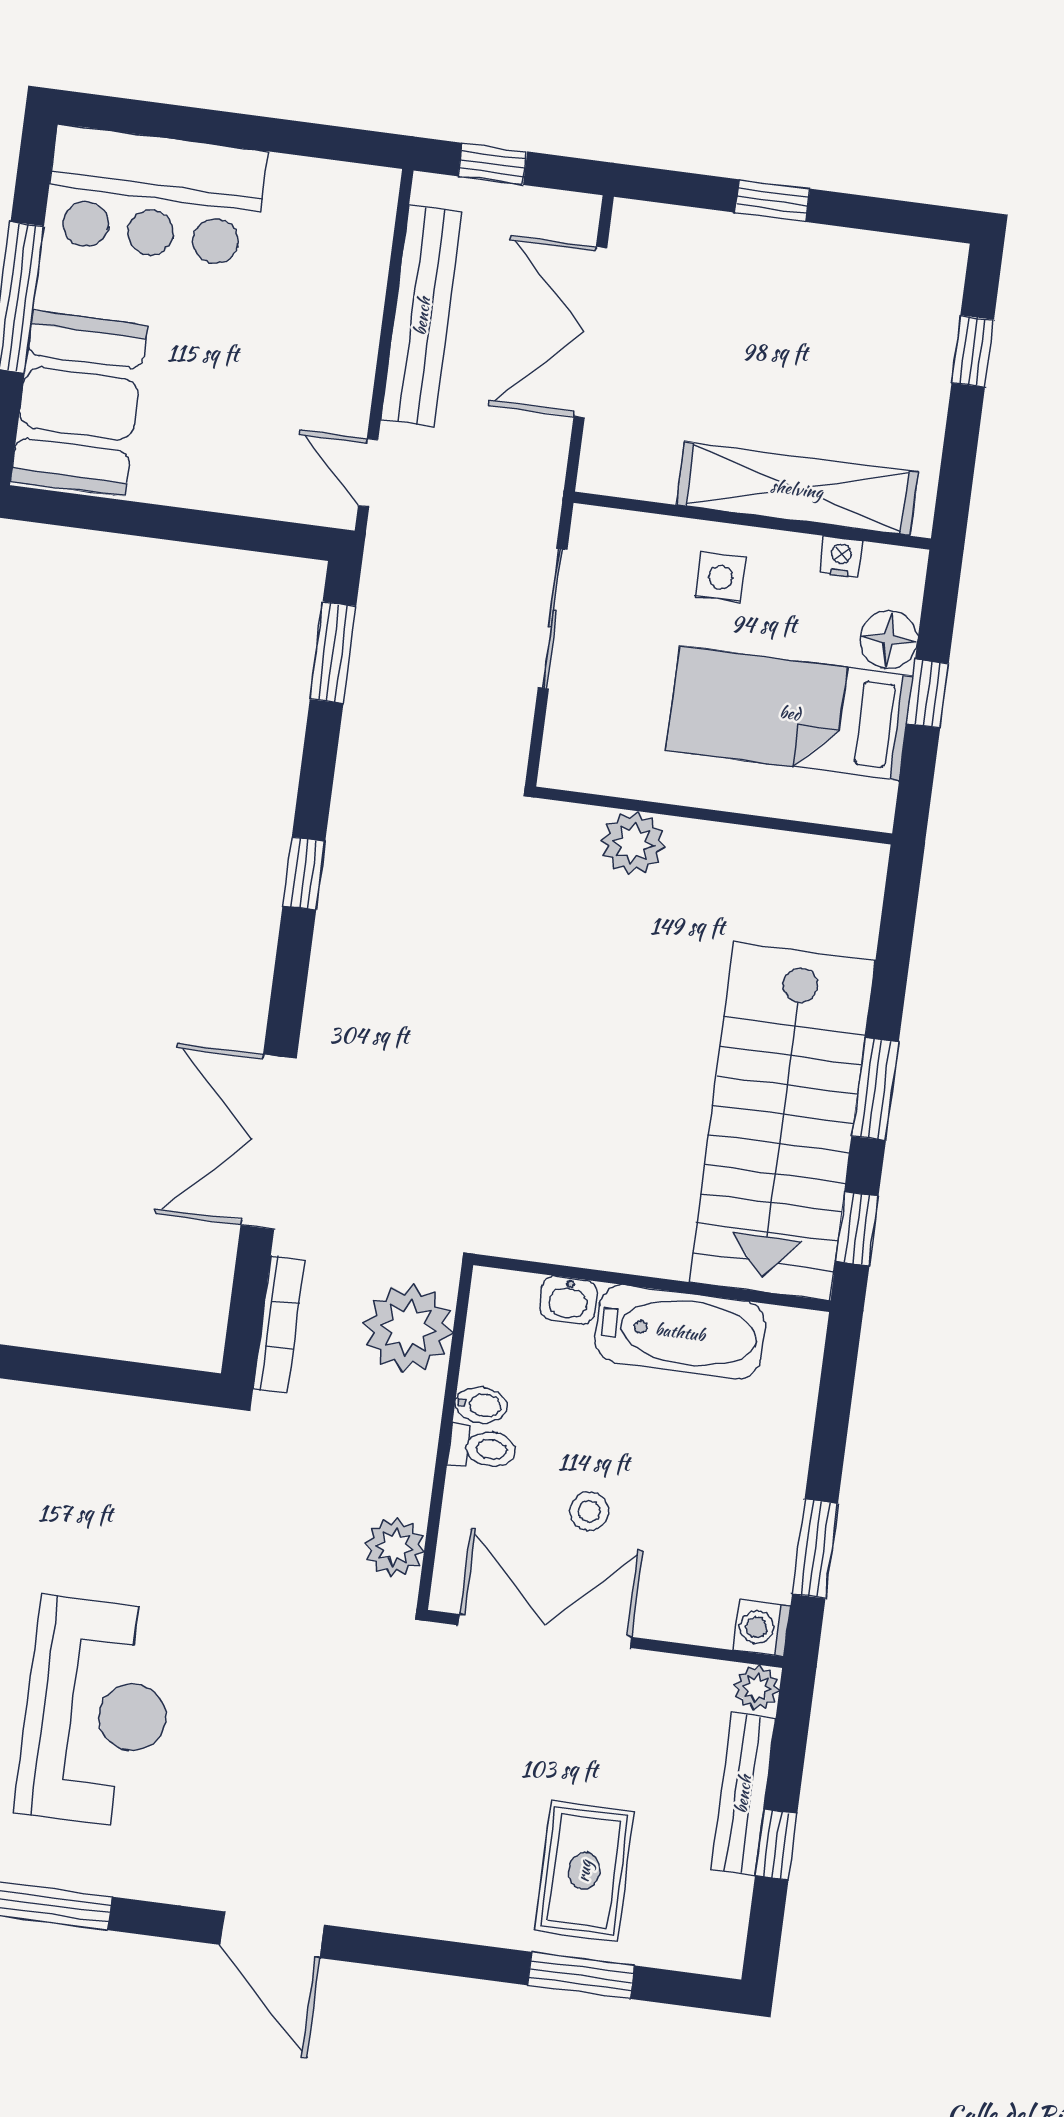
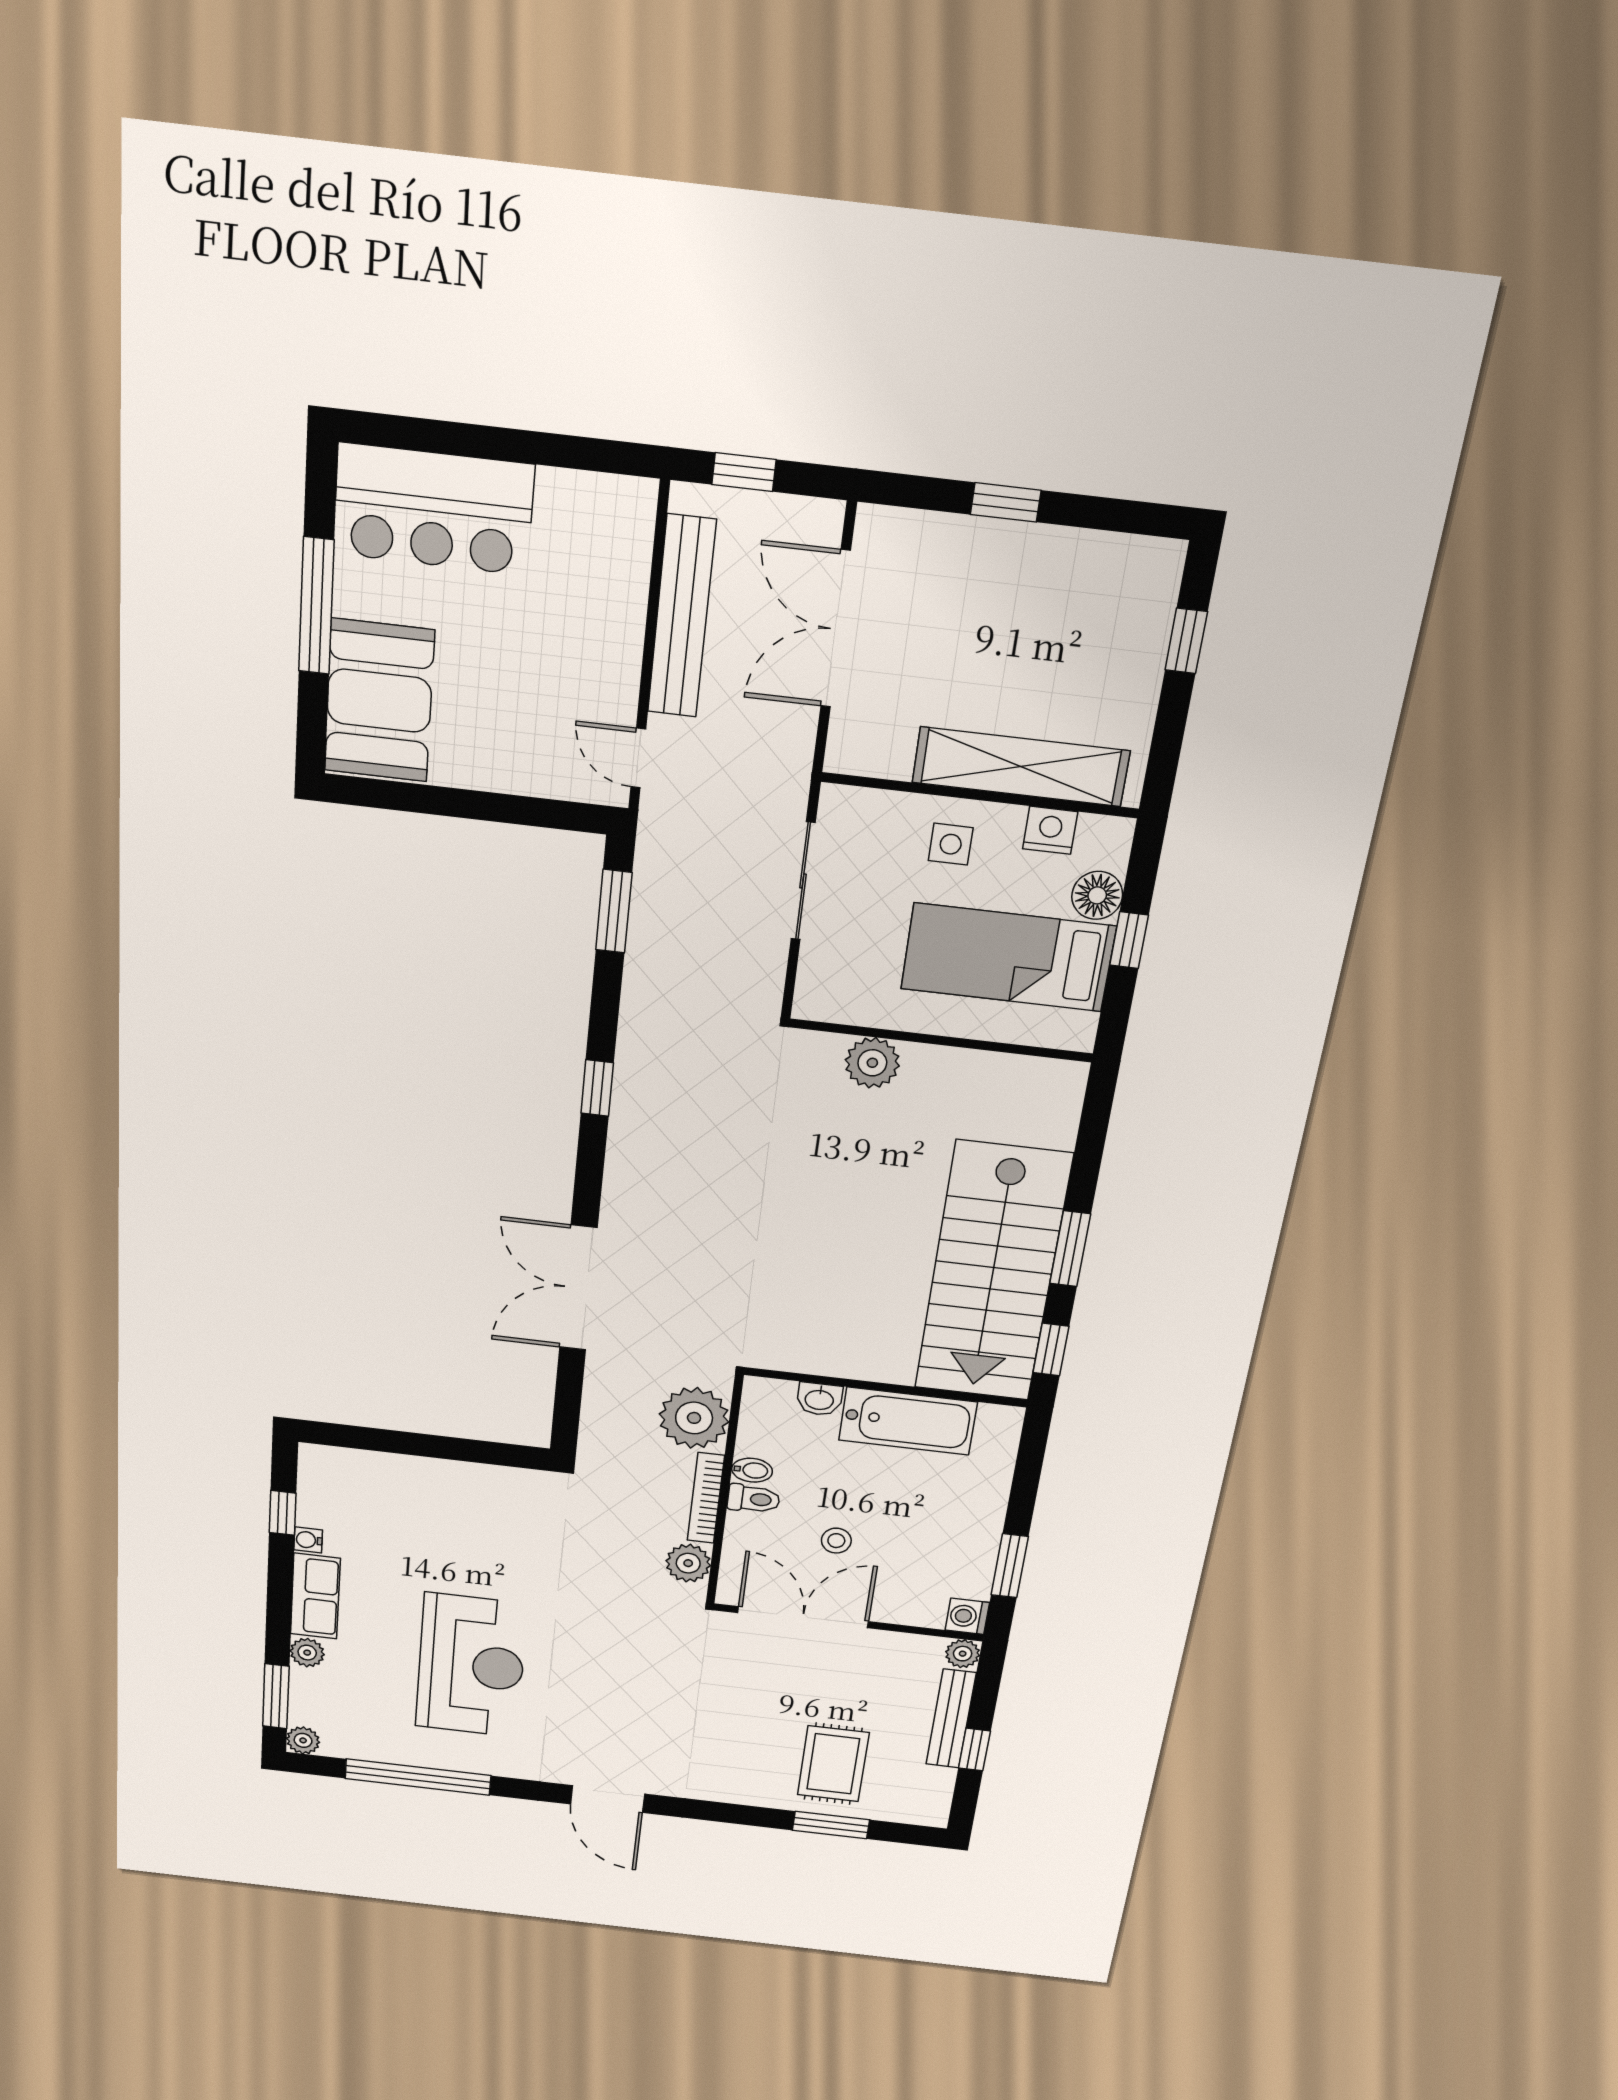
nightstand: (841, 557) -> (1050, 830), width x1.39, depth x1.35
bookcase: (279, 1324) -> (706, 1498), moved, turned 180

